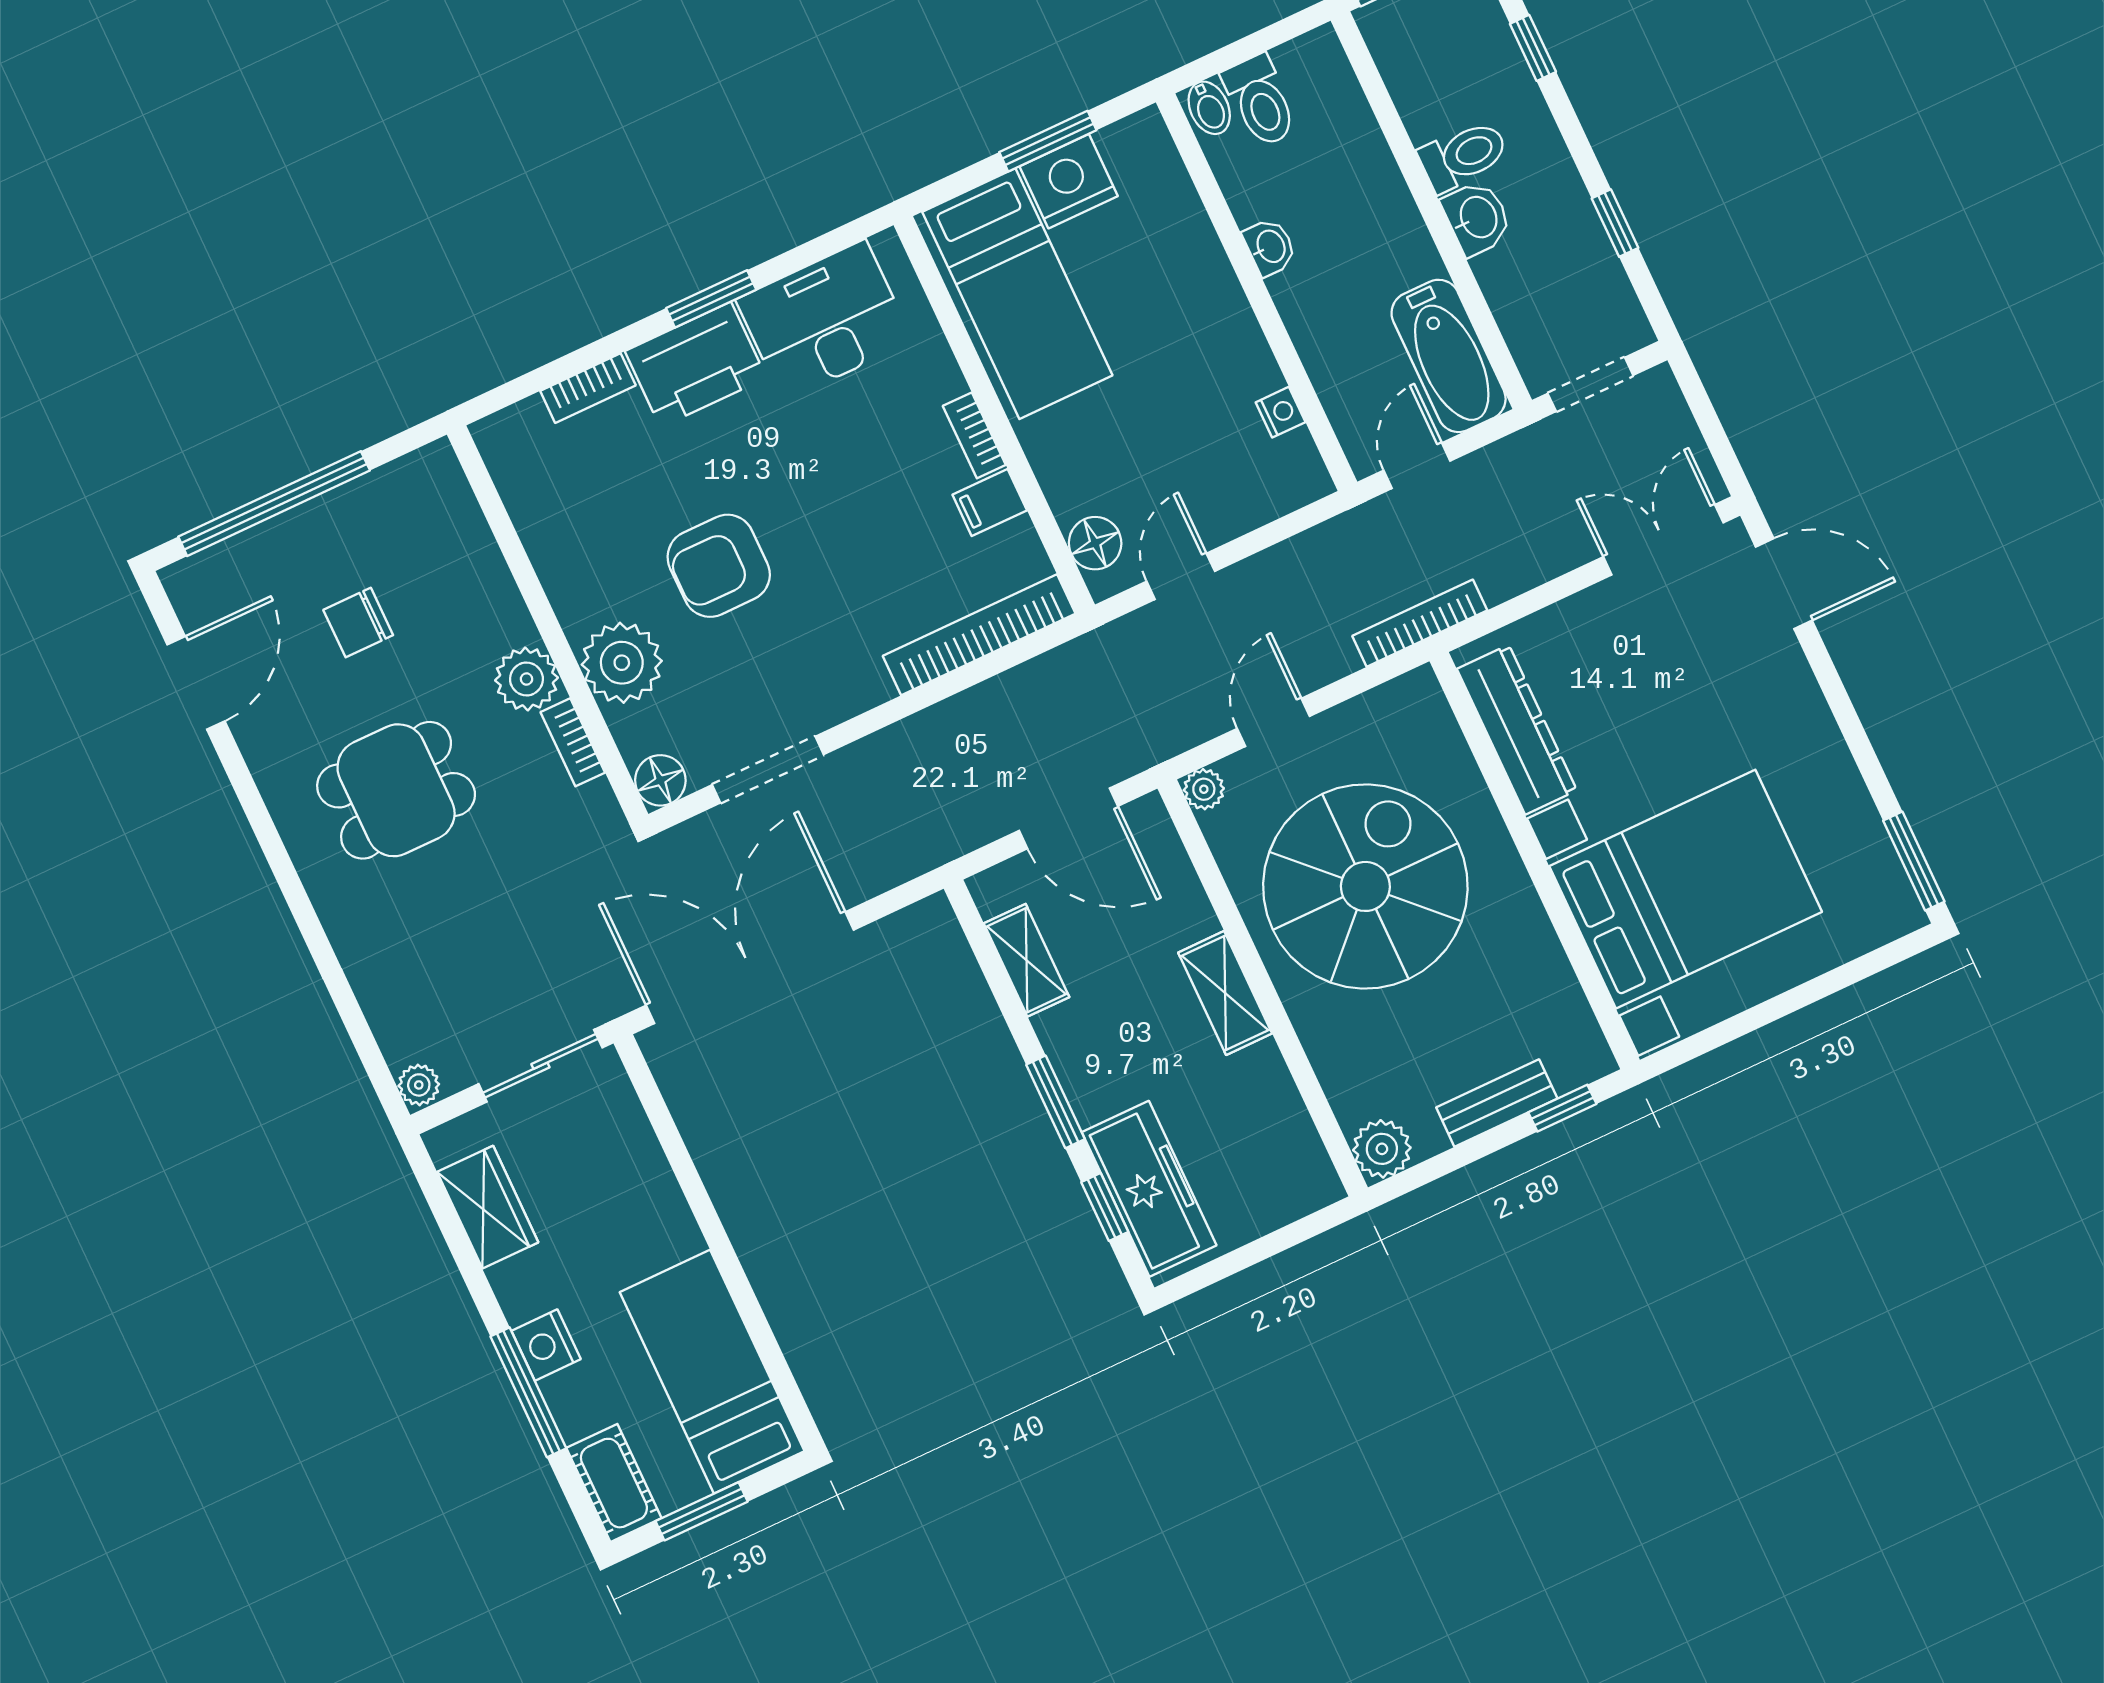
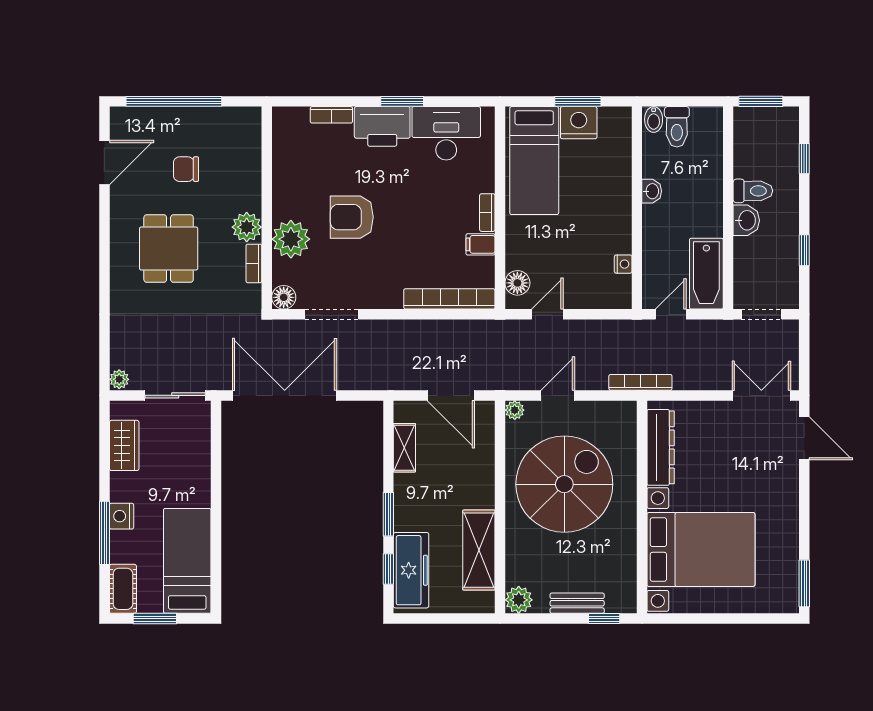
dining table: (396, 790) -> (169, 249), turned 90
shelving: (1225, 993) -> (479, 550), moved, width x1.50, depth x1.33

